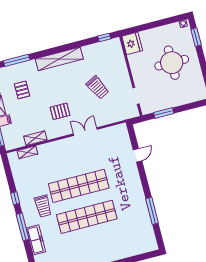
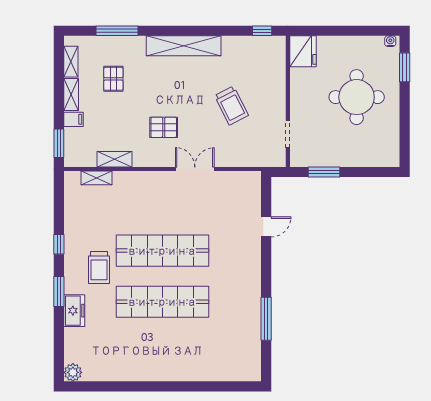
window: (23, 227) -> (59, 292), width x0.69
freezer: (36, 240) -> (74, 311), width x0.71

